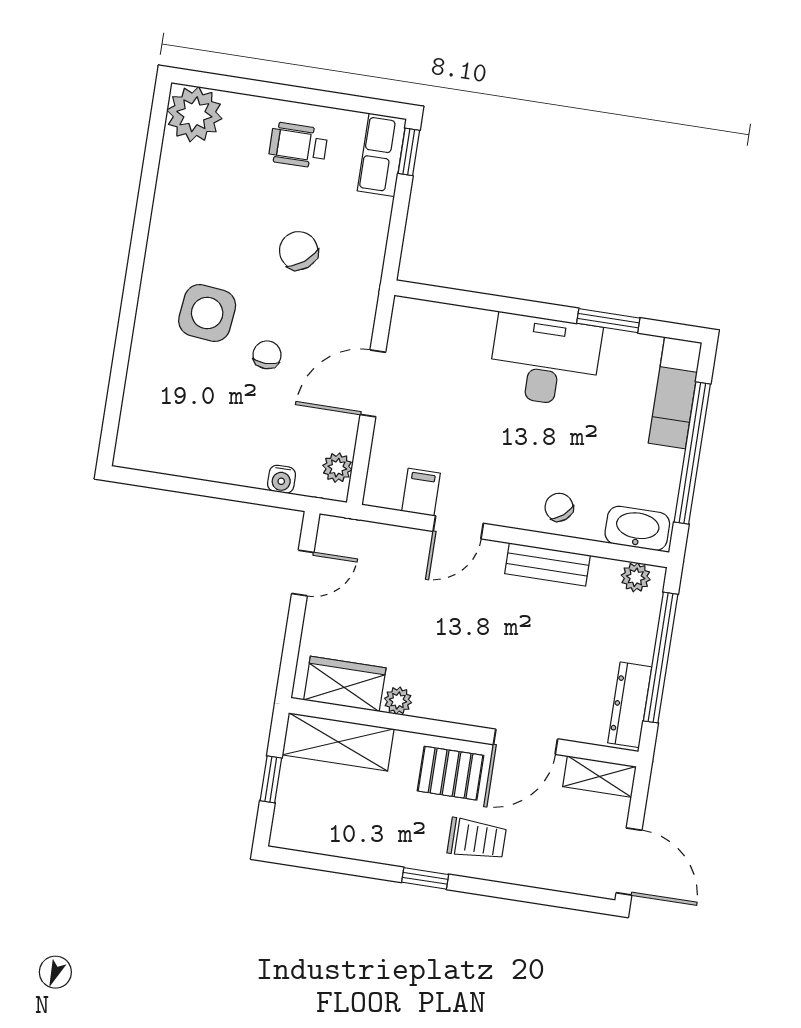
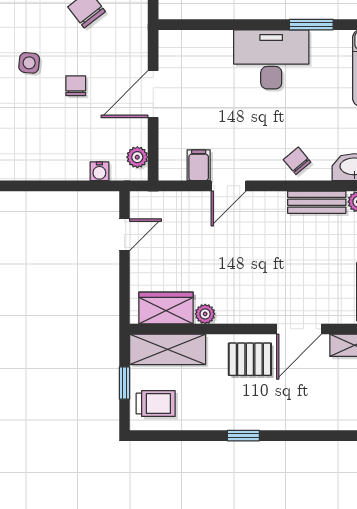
side table: (207, 313) -> (29, 63), width x0.54, depth x0.54
bench: (548, 564) -> (317, 202), moved
trolley: (477, 839) -> (156, 404), moved

